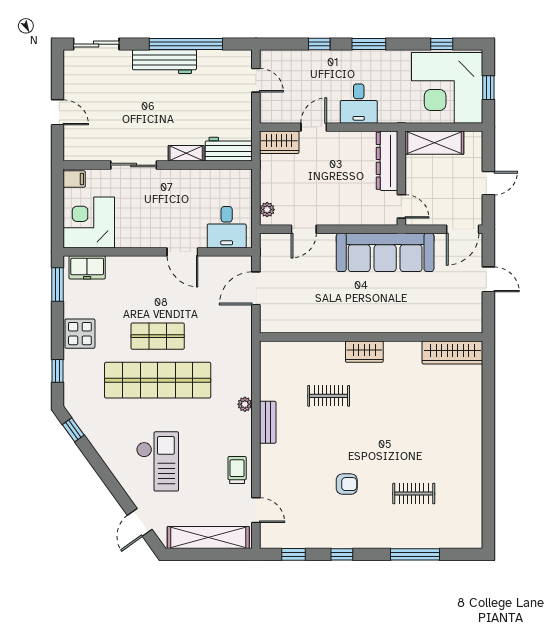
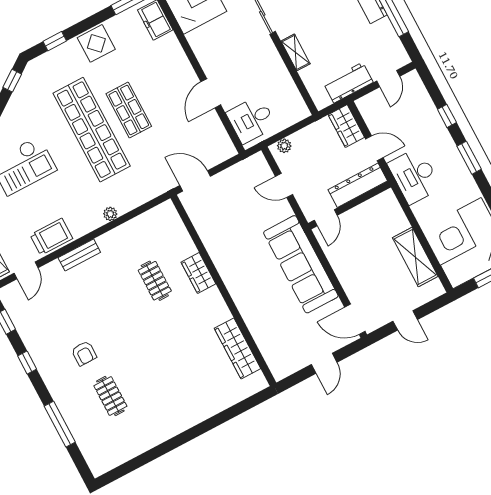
desk: (359, 104) -> (414, 176), width x1.37
workbench: (229, 149) -> (348, 83), moved, turned -90
dresser: (387, 161) -> (358, 185), moved
wall: (401, 178) -> (349, 205), moved
door: (401, 206) -> (326, 218), moved
door: (256, 288) -> (195, 181), moved
wardrobe: (364, 352) -> (198, 273), moved
wardrobe: (452, 352) -> (237, 348), moved
bench: (268, 422) -> (79, 255), moved
trolley: (237, 470) -> (51, 237), width x1.36, depth x1.39
armchair: (347, 484) -> (84, 353), moved

